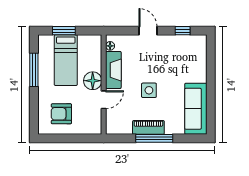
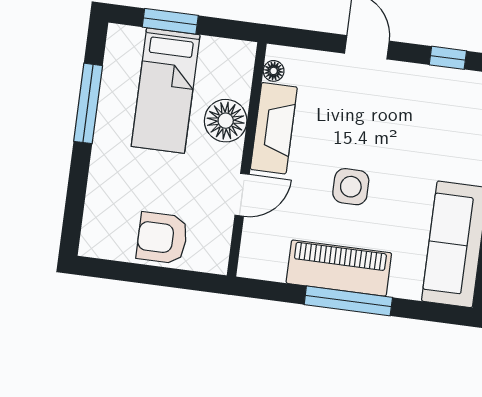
floor lamp: (93, 81) -> (226, 121), moved
armchair: (61, 114) -> (162, 238), moved
piano: (148, 127) -> (339, 268), width x1.37, depth x1.33

